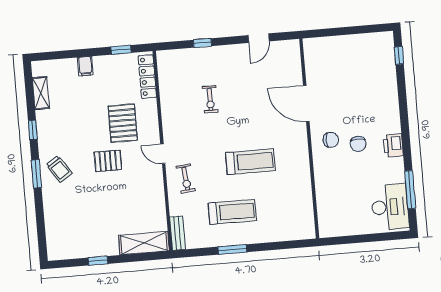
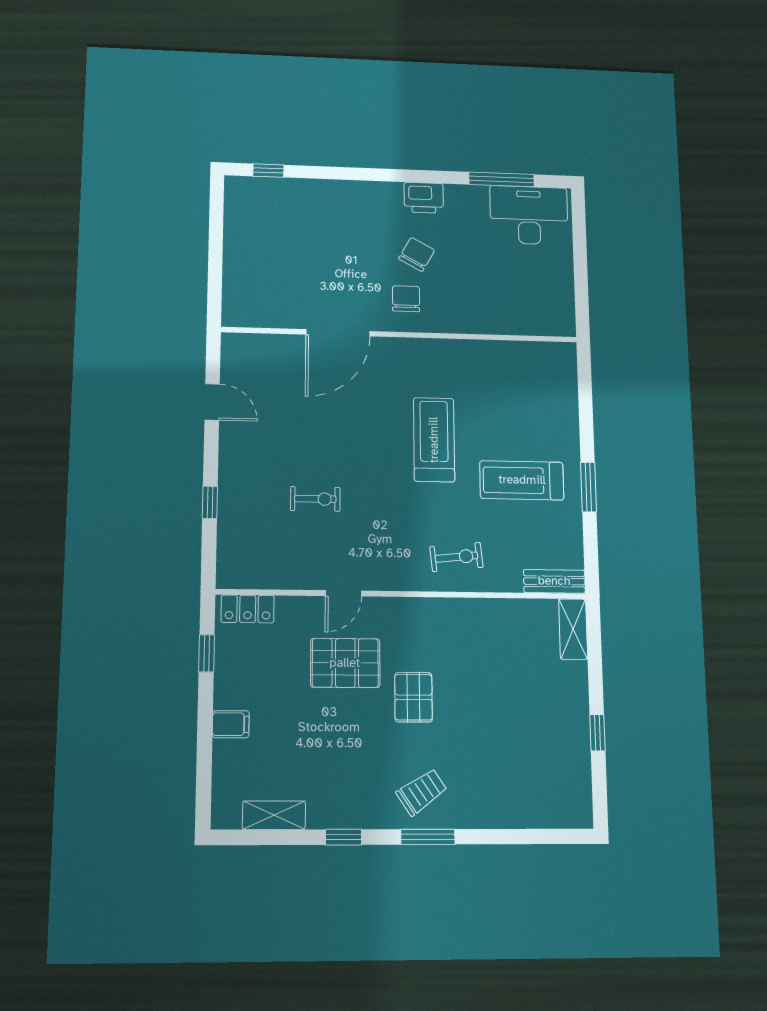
locker: (147, 77) -> (248, 609), width x0.66
chair: (358, 144) -> (417, 254), turned -61
door: (163, 154) -> (344, 593), moved
treadmill: (232, 212) -> (522, 480), turned -90
shelving: (144, 243) -> (573, 629), width x0.67, depth x0.75

